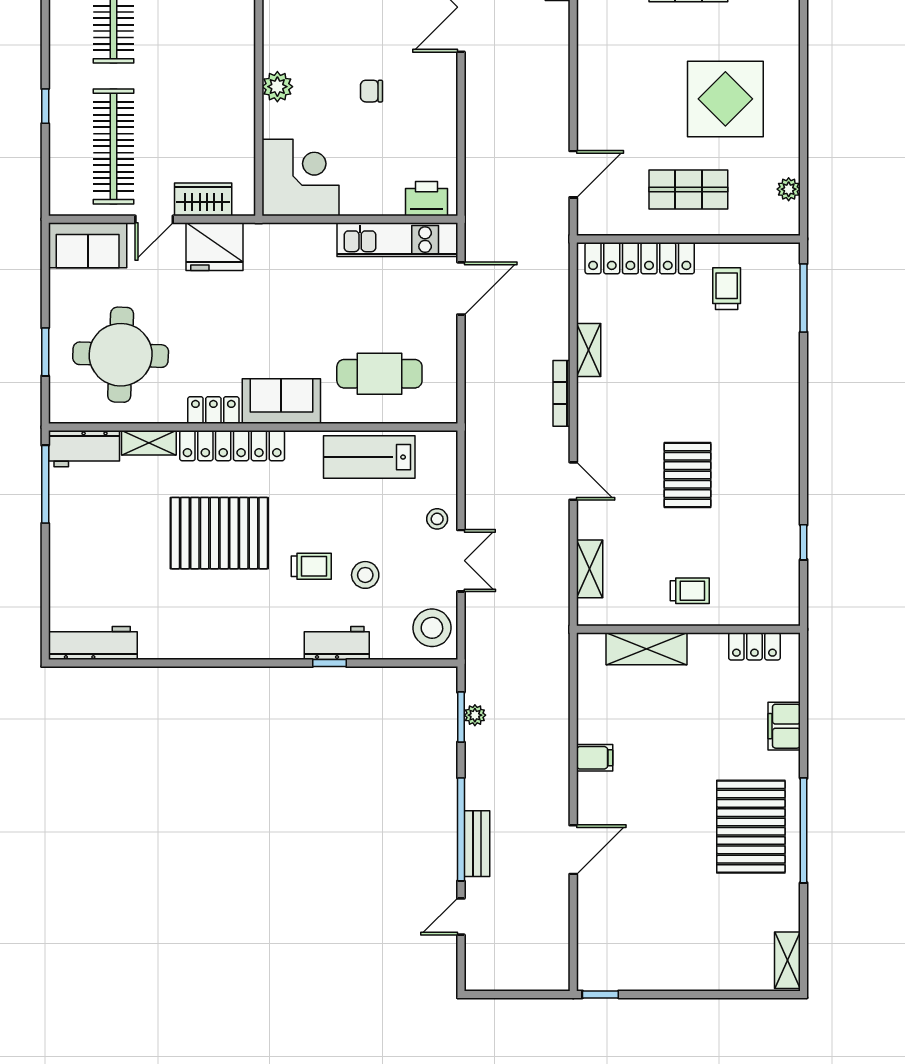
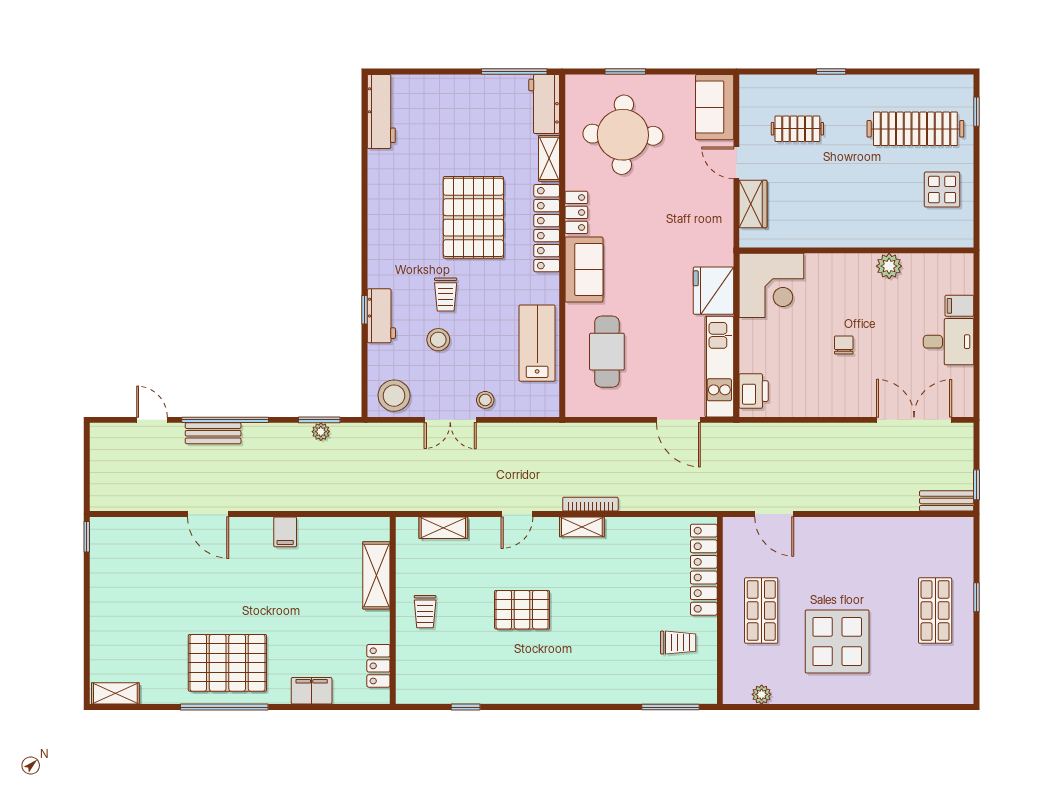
plant: (277, 87) -> (889, 266), moved
clothes rail: (114, 146) -> (797, 129), width x0.54, depth x0.76
fridge: (215, 247) -> (713, 291), moved
shelving: (589, 350) -> (582, 527), moved

